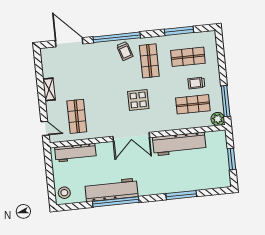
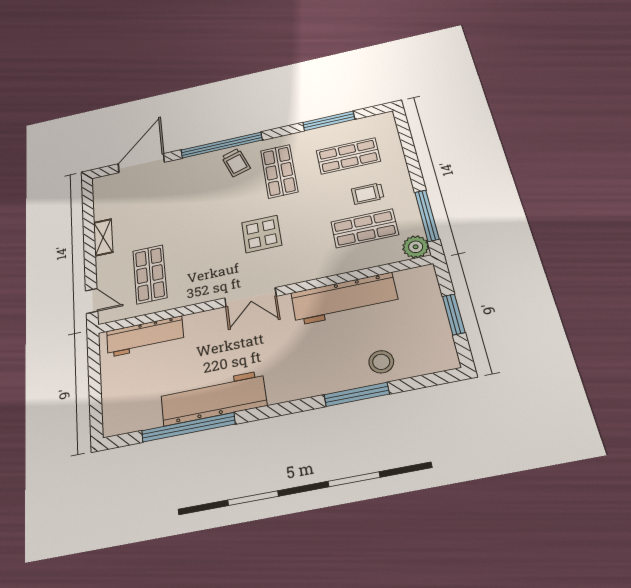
door: (69, 42) -> (141, 163), hinge flipped
double door: (131, 137) -> (250, 297), width x0.73
stool: (64, 193) -> (381, 362), moved
window: (116, 202) -> (188, 427), moved

